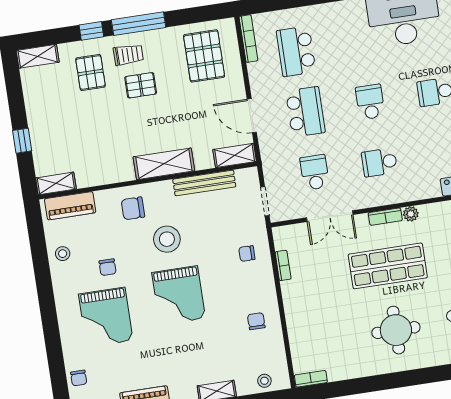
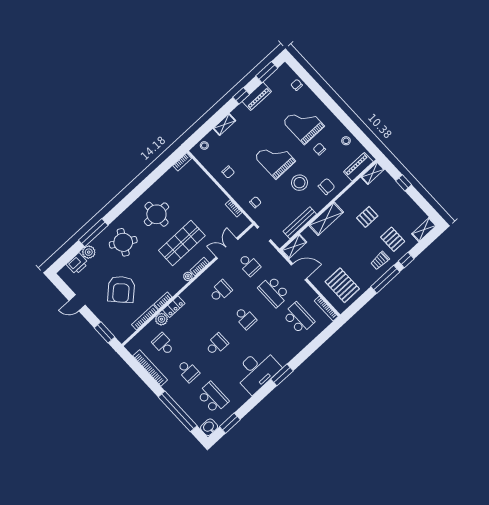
pallet: (141, 85) -> (367, 217), moved

